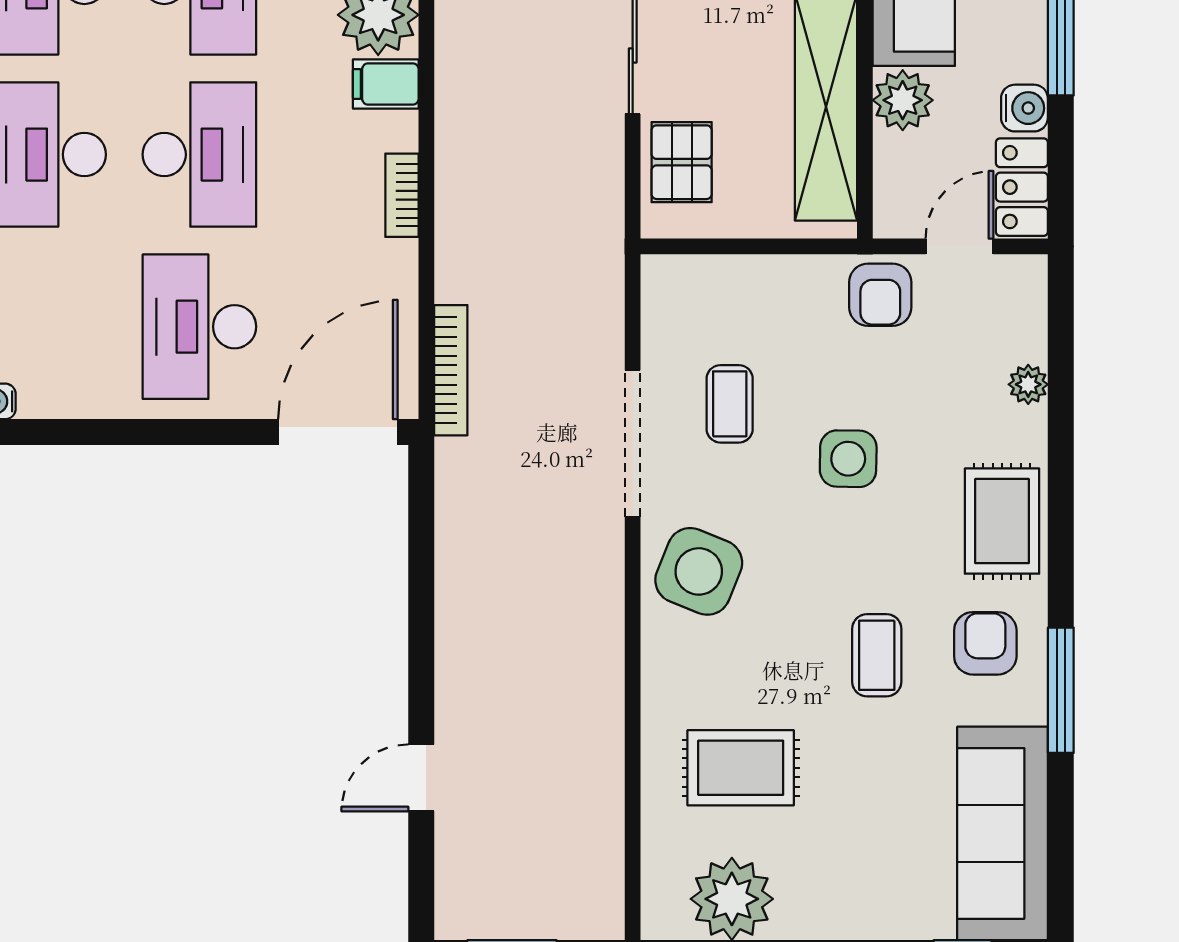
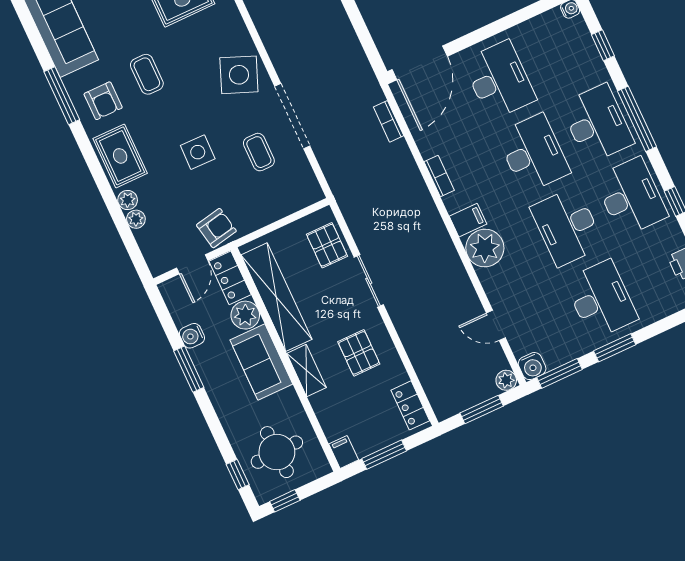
desk: (199, 155) -> (533, 153), turned 180
locker: (1022, 187) -> (230, 278), moved, turned 180
armchair: (880, 295) -> (216, 228), turned 79
bookcase: (451, 370) -> (389, 121), width x0.64
plant: (1027, 429) -> (128, 200), added

